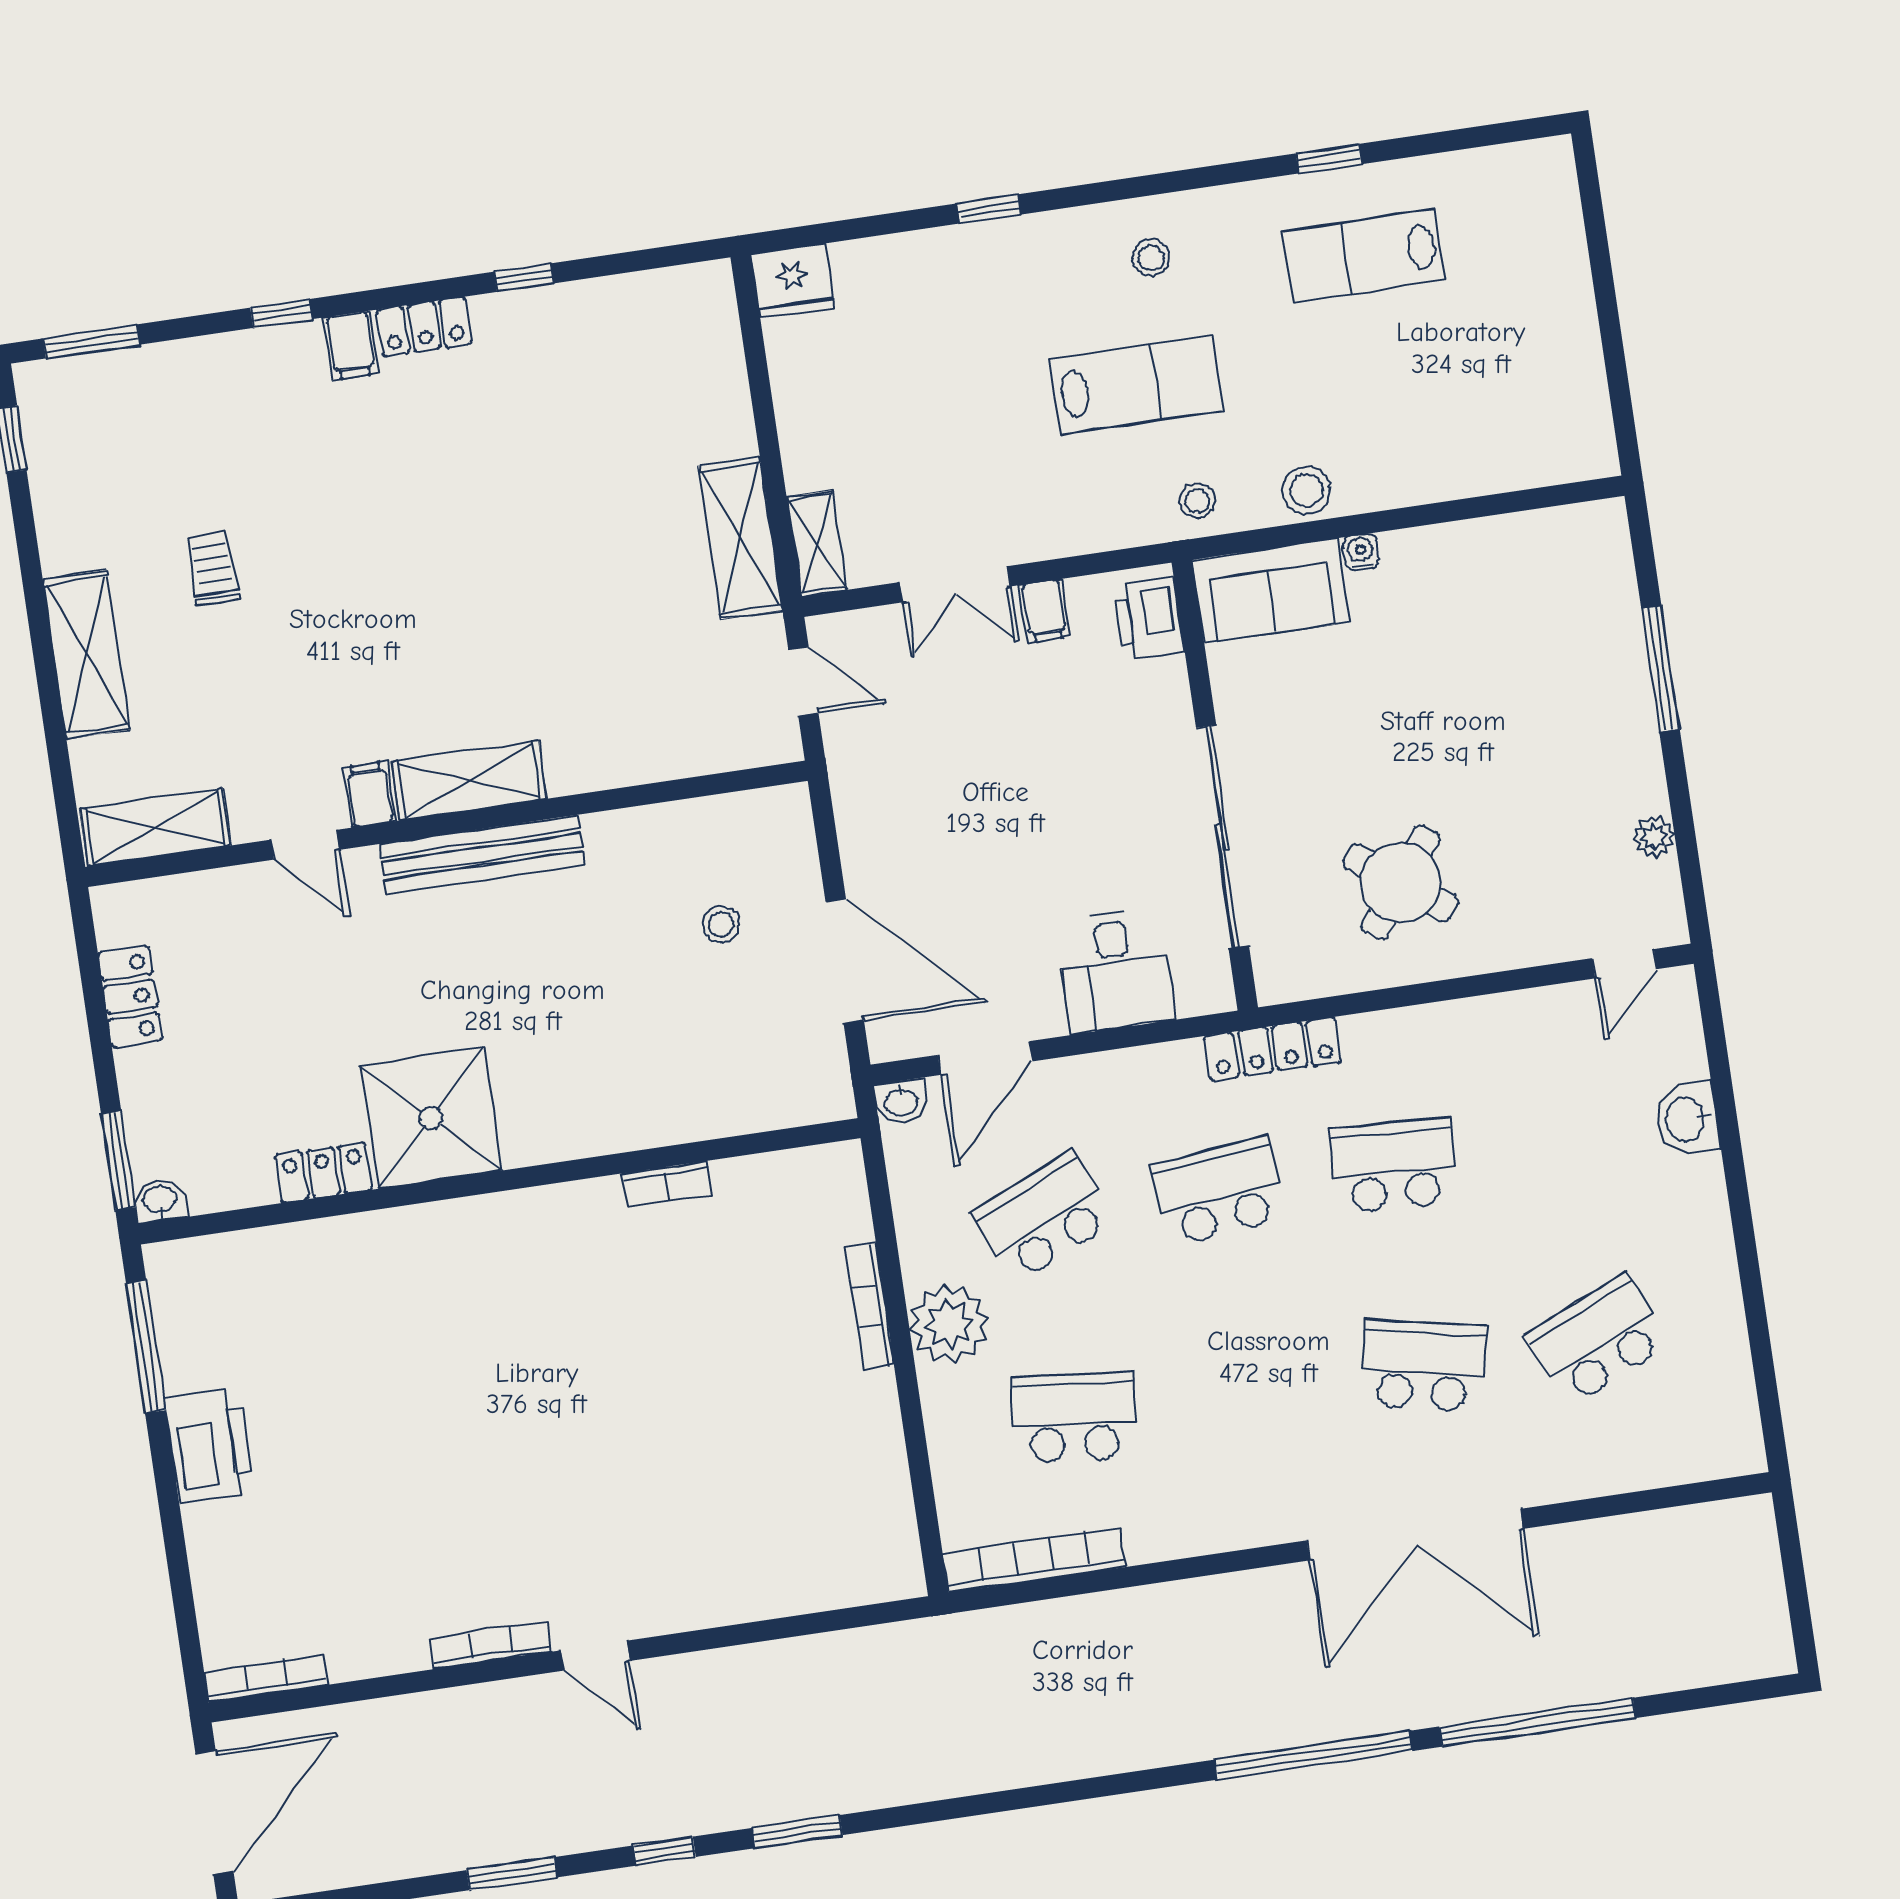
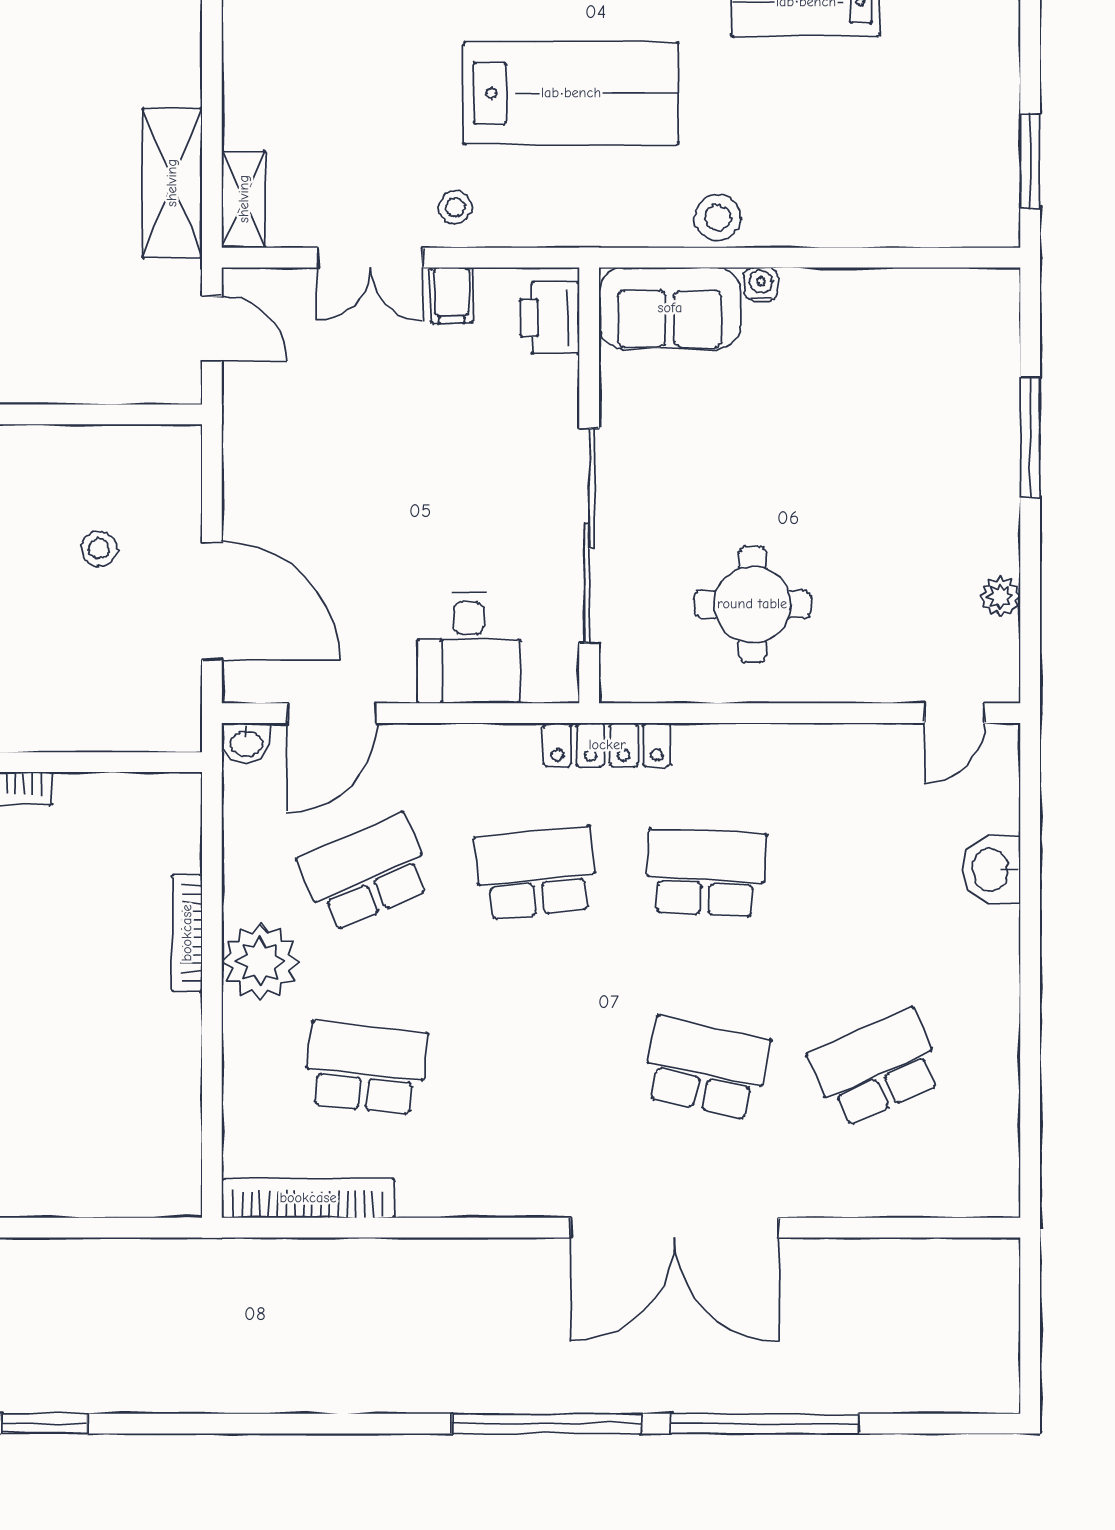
lab bench: (1136, 385) -> (571, 93), width x1.36, depth x1.39
window: (1619, 385) -> (1030, 161), added
stool: (1197, 501) -> (455, 207), moved
round table: (1401, 883) -> (752, 604), turned -37

